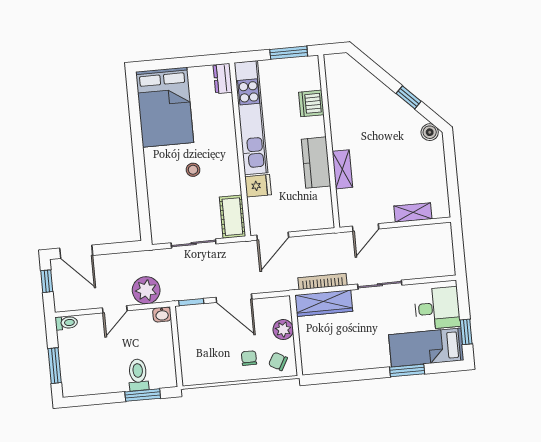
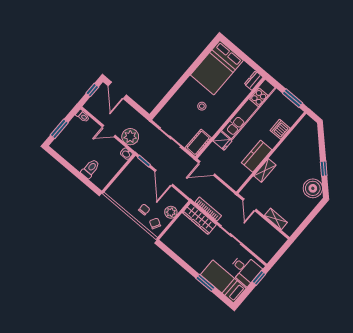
boiler: (430, 132) -> (313, 188), width x1.86, depth x1.86
door: (366, 227) -> (249, 205), hinge flipped
window: (466, 332) -> (259, 278), moved
window: (143, 395) -> (84, 179), removed

